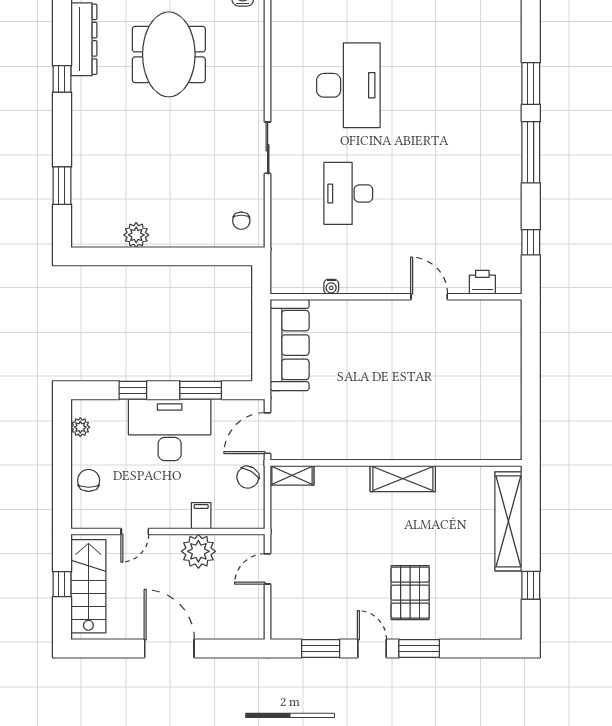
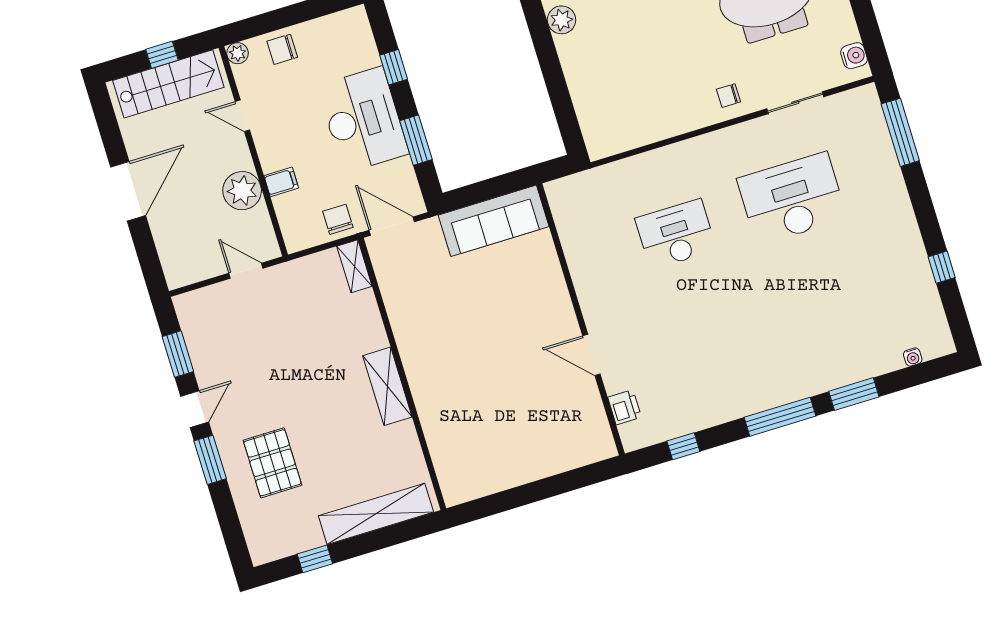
desk: (348, 85) -> (792, 199), turned 180
sliding door: (268, 148) -> (795, 103), moved
chair: (241, 221) -> (729, 96), moved
water cooler: (331, 287) -> (913, 357), moved, turned -90
door: (429, 297) -> (591, 355), swing flipped
plant: (80, 427) -> (238, 53), moved
chair: (248, 477) -> (338, 219), turned 59
chair: (89, 480) -> (282, 49), turned 180
pallet: (410, 593) -> (272, 463), moved, turned 90

